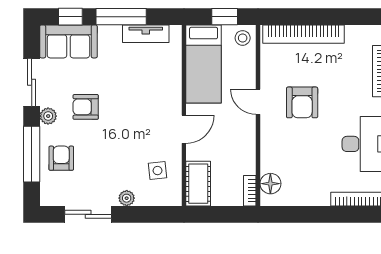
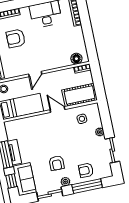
tv unit: (146, 34) -> (15, 152), moved
armchair: (302, 102) -> (16, 38), moved, turned 180
cot: (198, 184) -> (80, 95), width x1.37, depth x1.34

